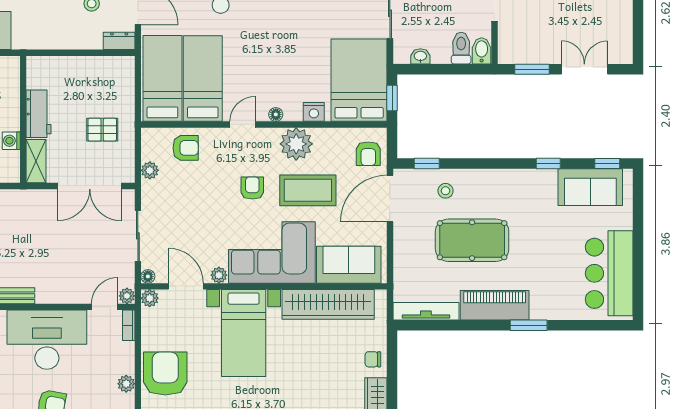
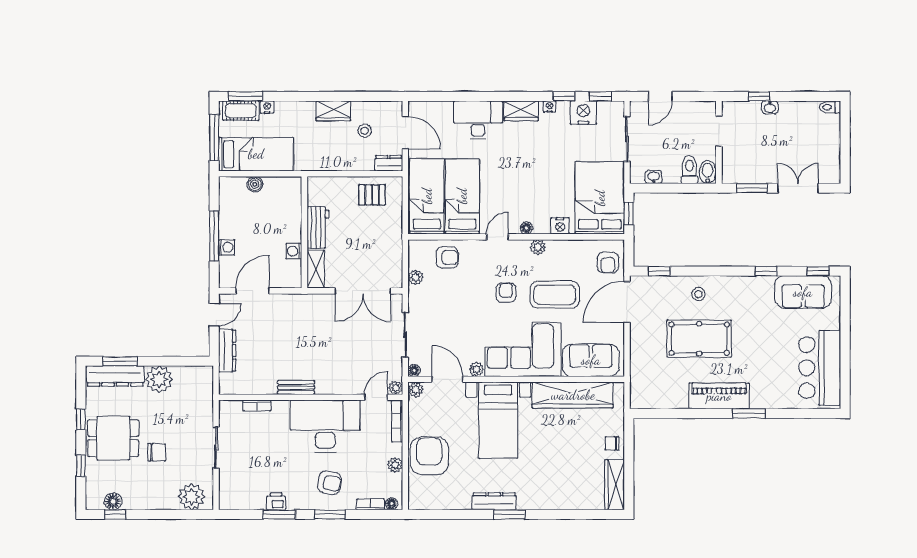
pallet: (102, 130) -> (372, 195), moved
plant: (296, 144) -> (538, 247), width x0.53, depth x0.53
stool: (446, 191) -> (698, 294), moved
tv unit: (426, 311) -> (659, 401), removed
bookcase: (129, 325) -> (397, 421), width x1.56

